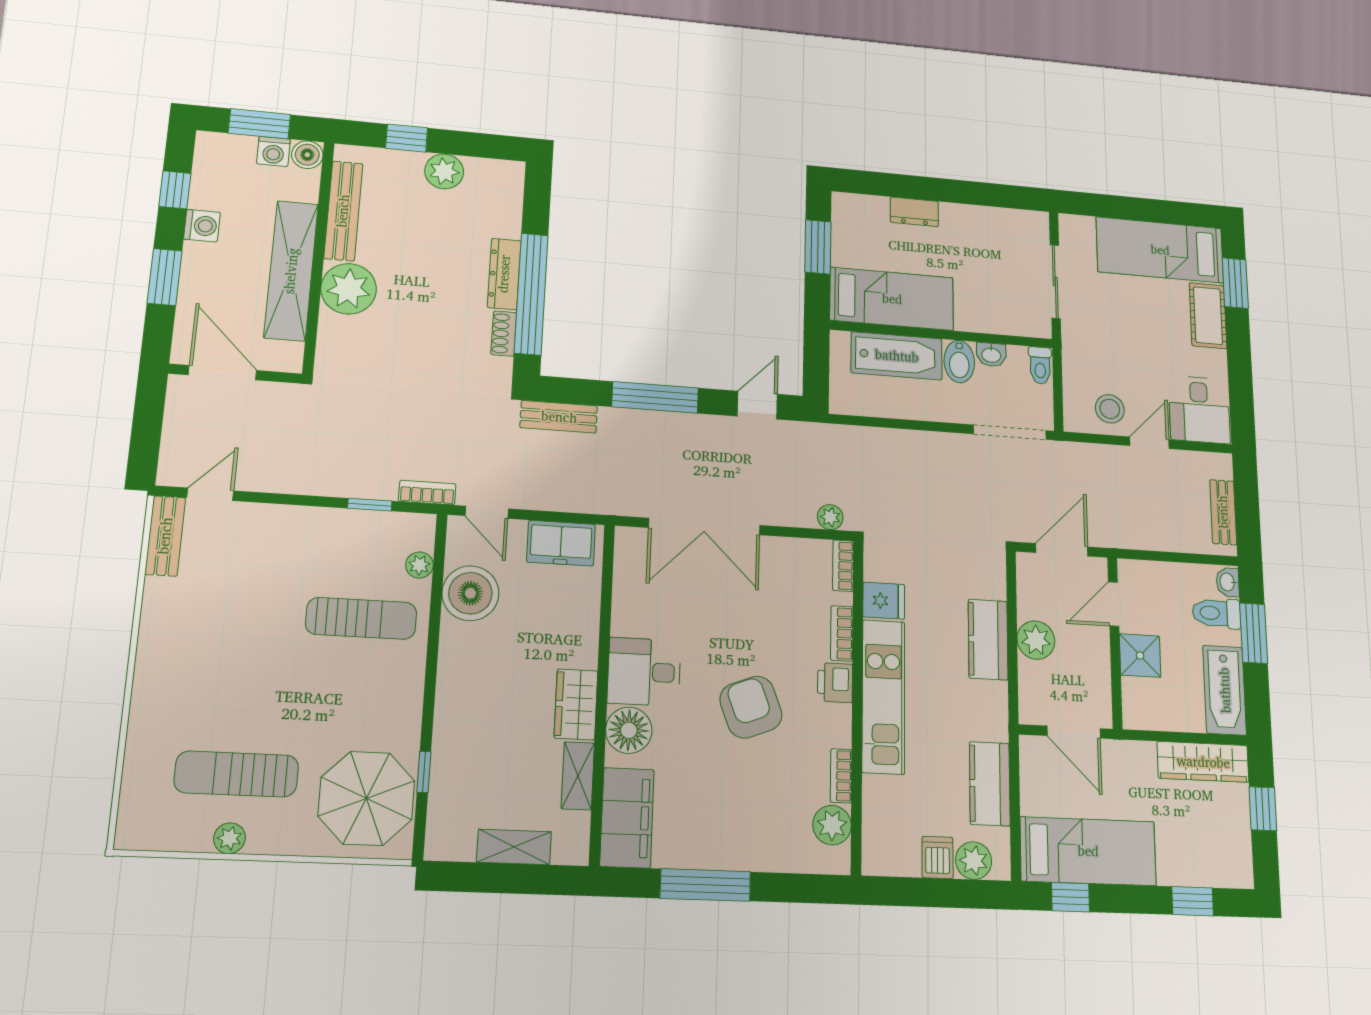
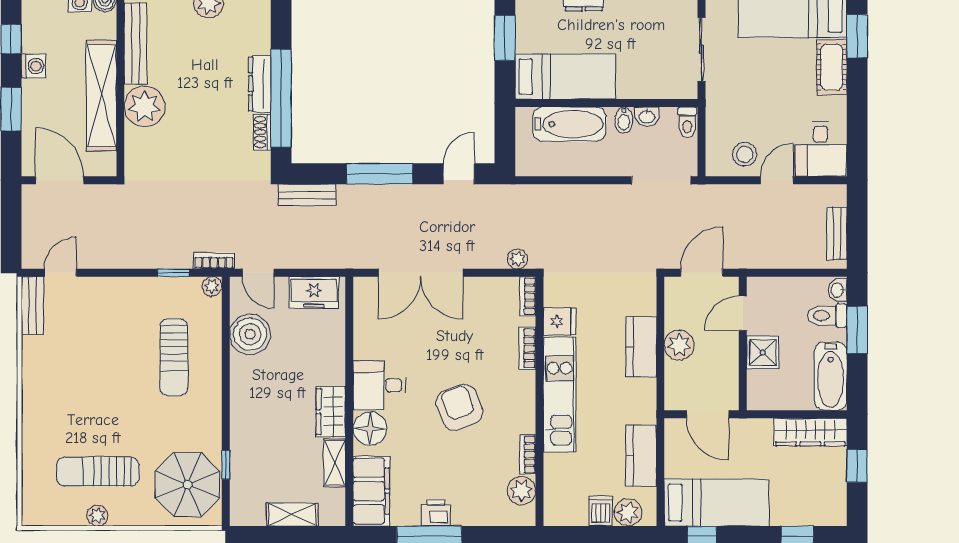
bidet: (959, 362) -> (624, 120), width x0.72, depth x0.74
plant: (419, 565) -> (212, 286), moved
sun lounger: (361, 618) -> (174, 357), turned 90
printer: (835, 683) -> (436, 513), moved, turned 90

